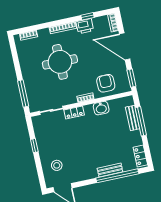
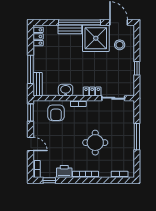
window: (87, 16) -> (49, 180), moved
door: (125, 46) -> (31, 144), width x0.53
round table: (60, 62) -> (95, 143), width x0.73, depth x0.73
window: (23, 93) -> (137, 137), moved
bench: (133, 118) -> (38, 84), moved
shower: (82, 167) -> (96, 38), added
window: (117, 176) -> (80, 22), moved

